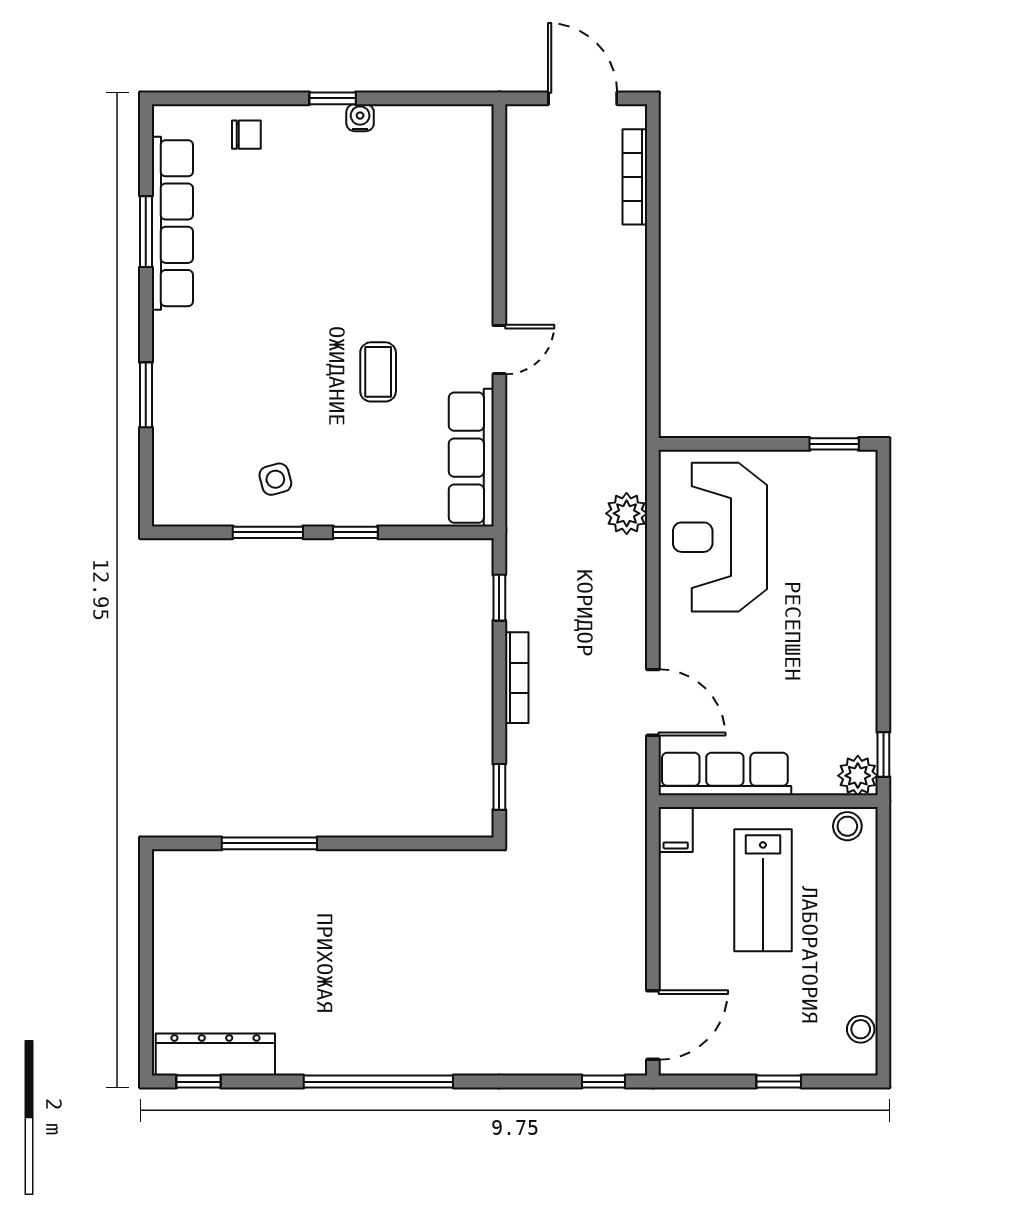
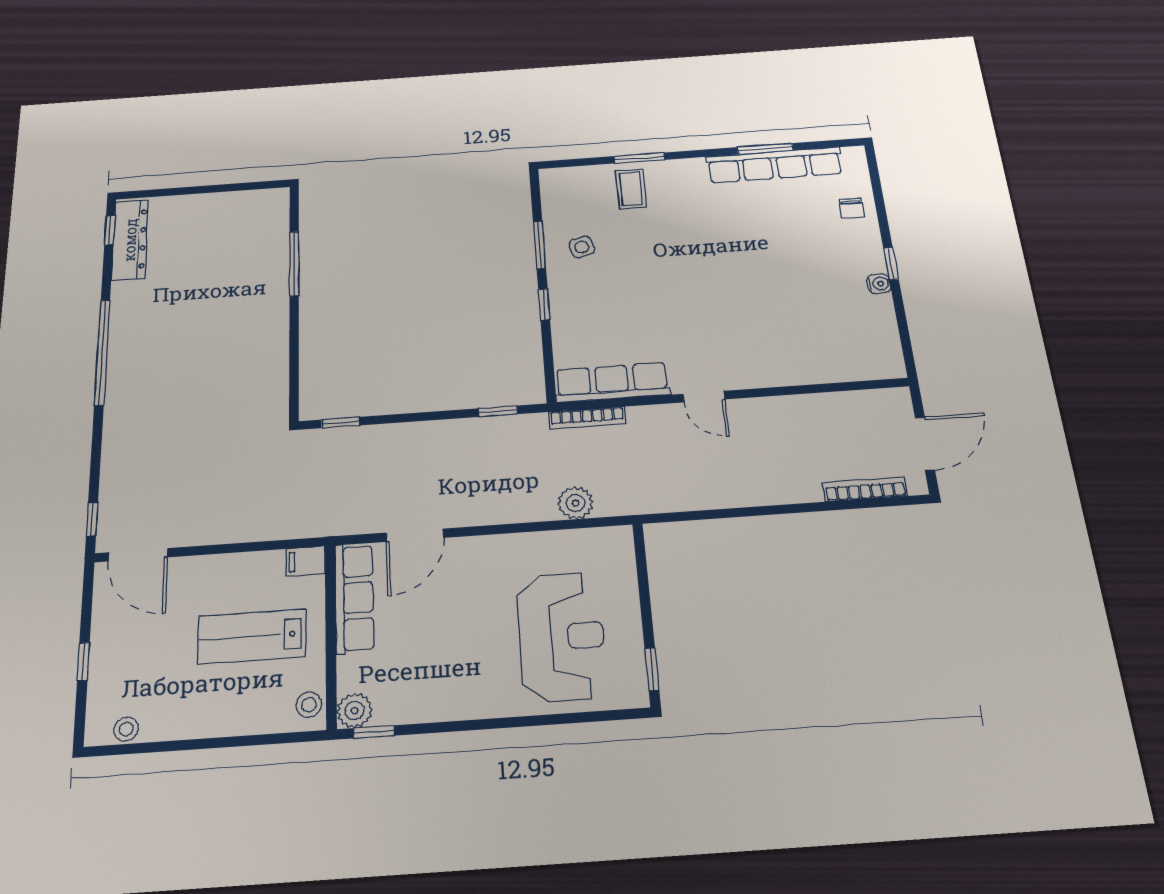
coffee table: (378, 372) -> (631, 189), moved, turned 90
reception desk: (720, 537) -> (561, 637), moved, turned 90
bookcase: (517, 678) -> (587, 418), moved

